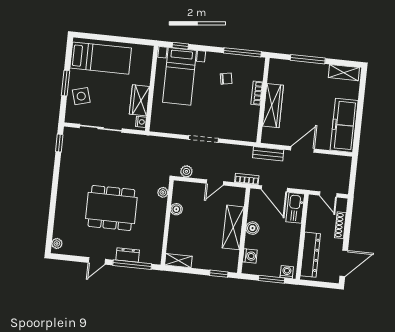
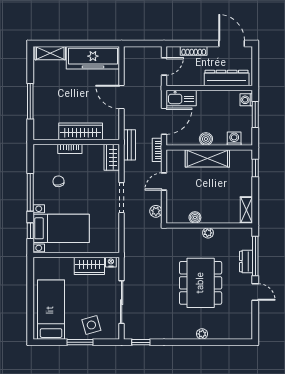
window: (242, 52) -> (30, 192), moved
shelving: (344, 73) -> (50, 53), moved, turned 90
wardrobe: (244, 134) -> (112, 157), added
bench: (268, 154) -> (130, 145), moved
door: (215, 182) -> (164, 182), swing flipped
plant: (163, 192) -> (208, 233), moved
plant: (57, 243) -> (202, 334), moved

